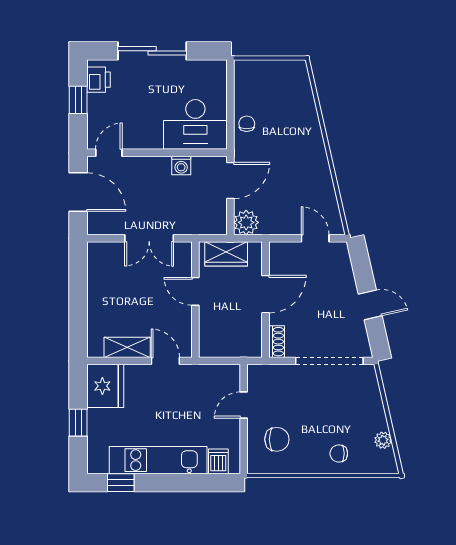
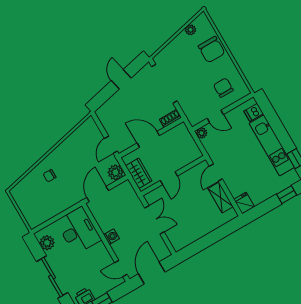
plant: (204, 71) -> (47, 243), added
chair: (247, 124) -> (50, 176), moved
washing machine: (181, 165) -> (112, 237), moved
door: (230, 181) -> (98, 194), hinge flipped
door: (315, 238) -> (111, 145), moved
plant: (232, 373) -> (202, 133), added
fridge: (105, 386) -> (244, 203), width x0.53, depth x0.75
window: (78, 423) -> (287, 195), moved
chair: (339, 453) -> (212, 50), width x1.87, depth x1.87

